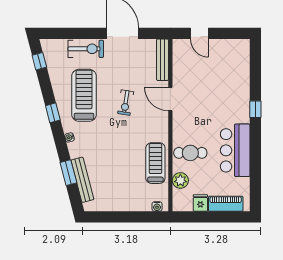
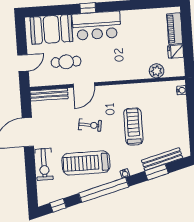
exercise bike: (86, 49) -> (44, 164), turned 180
booth: (235, 67) -> (51, 29), added
window: (53, 113) -> (104, 190), width x3.17
bar counter: (235, 150) -> (97, 26), moved
cafe table: (190, 153) -> (66, 62), moved, turned 90
treadmill: (155, 163) -> (133, 126), moved, turned 90

